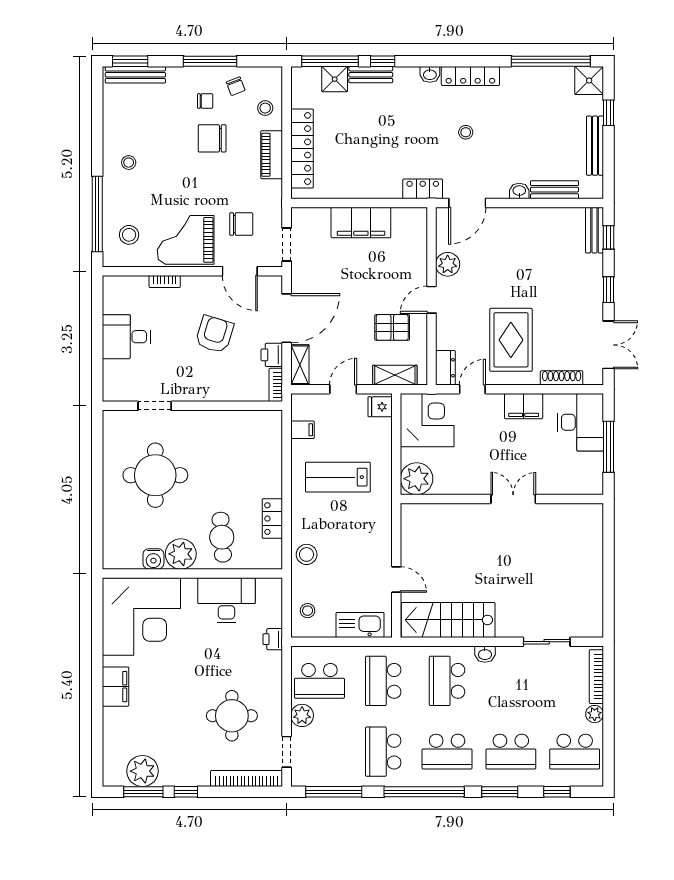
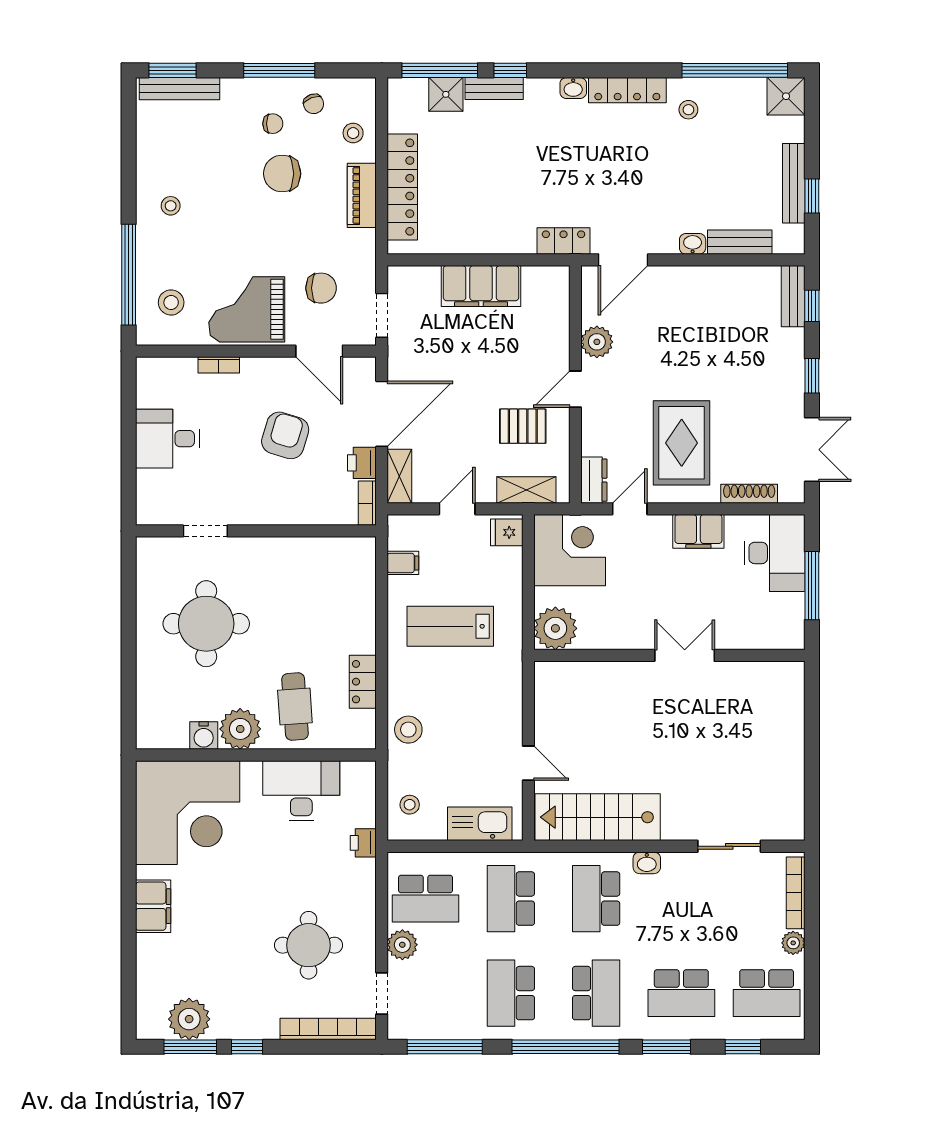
window: (608, 113) -> (812, 196), moved
stool: (466, 132) -> (688, 110), moved
school desk: (447, 752) -> (596, 993), turned -90

